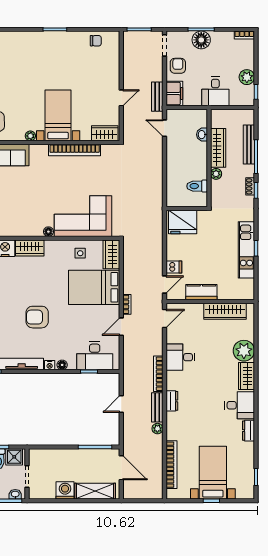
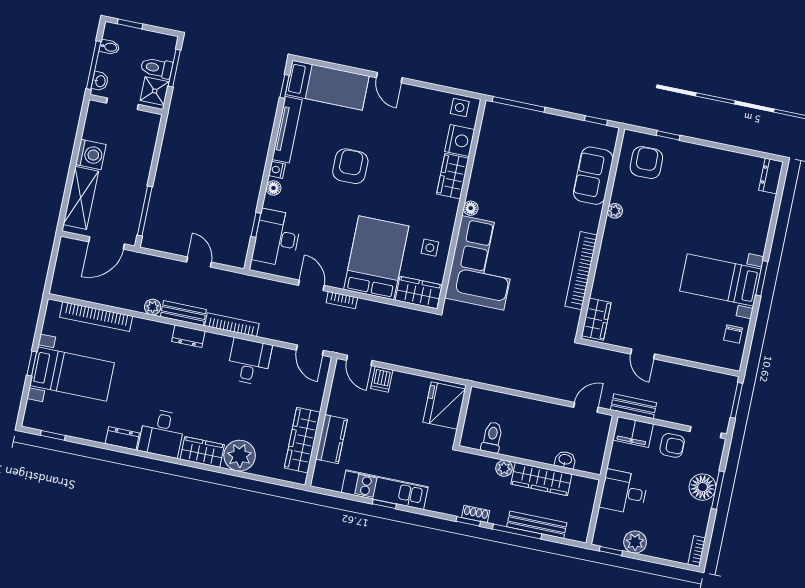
bed with nightstands: (58, 115) -> (720, 280), moved, turned 180
kitchen counter: (201, 292) -> (331, 439), moved

